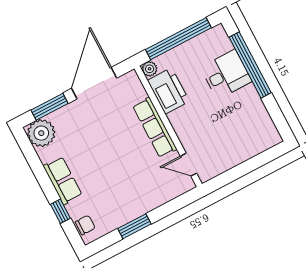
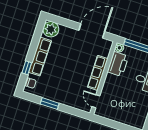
window: (49, 107) -> (65, 22), removed
row of seats: (63, 181) -> (40, 57), width x1.48

